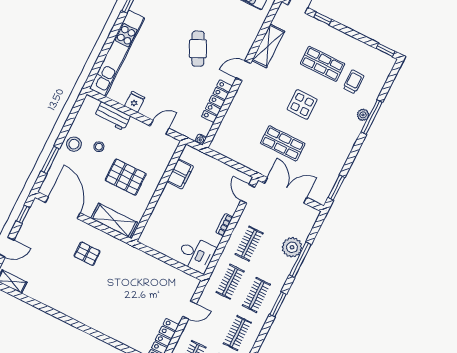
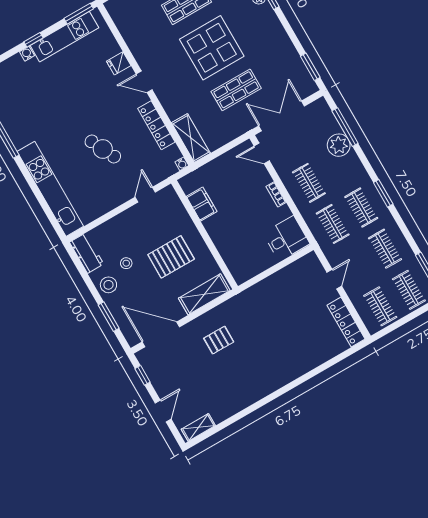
shelving: (268, 46) -> (191, 138), moved
cafe table: (198, 49) -> (103, 149), moved
door: (243, 71) -> (144, 82), hinge flipped
fridge: (135, 102) -> (119, 63), moved, turned -90
display table: (302, 104) -> (212, 48), width x1.86, depth x1.86
workbench: (112, 116) -> (87, 253), moved, turned -90
window: (300, 260) -> (345, 127), moved

